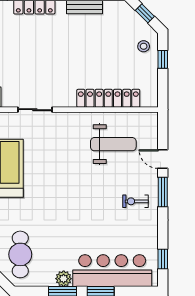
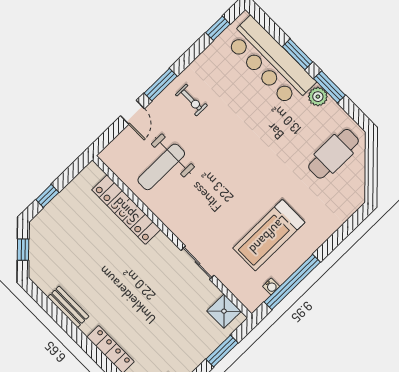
stool: (144, 46) -> (52, 223), removed
weight bench: (113, 144) -> (161, 167), turned -90

